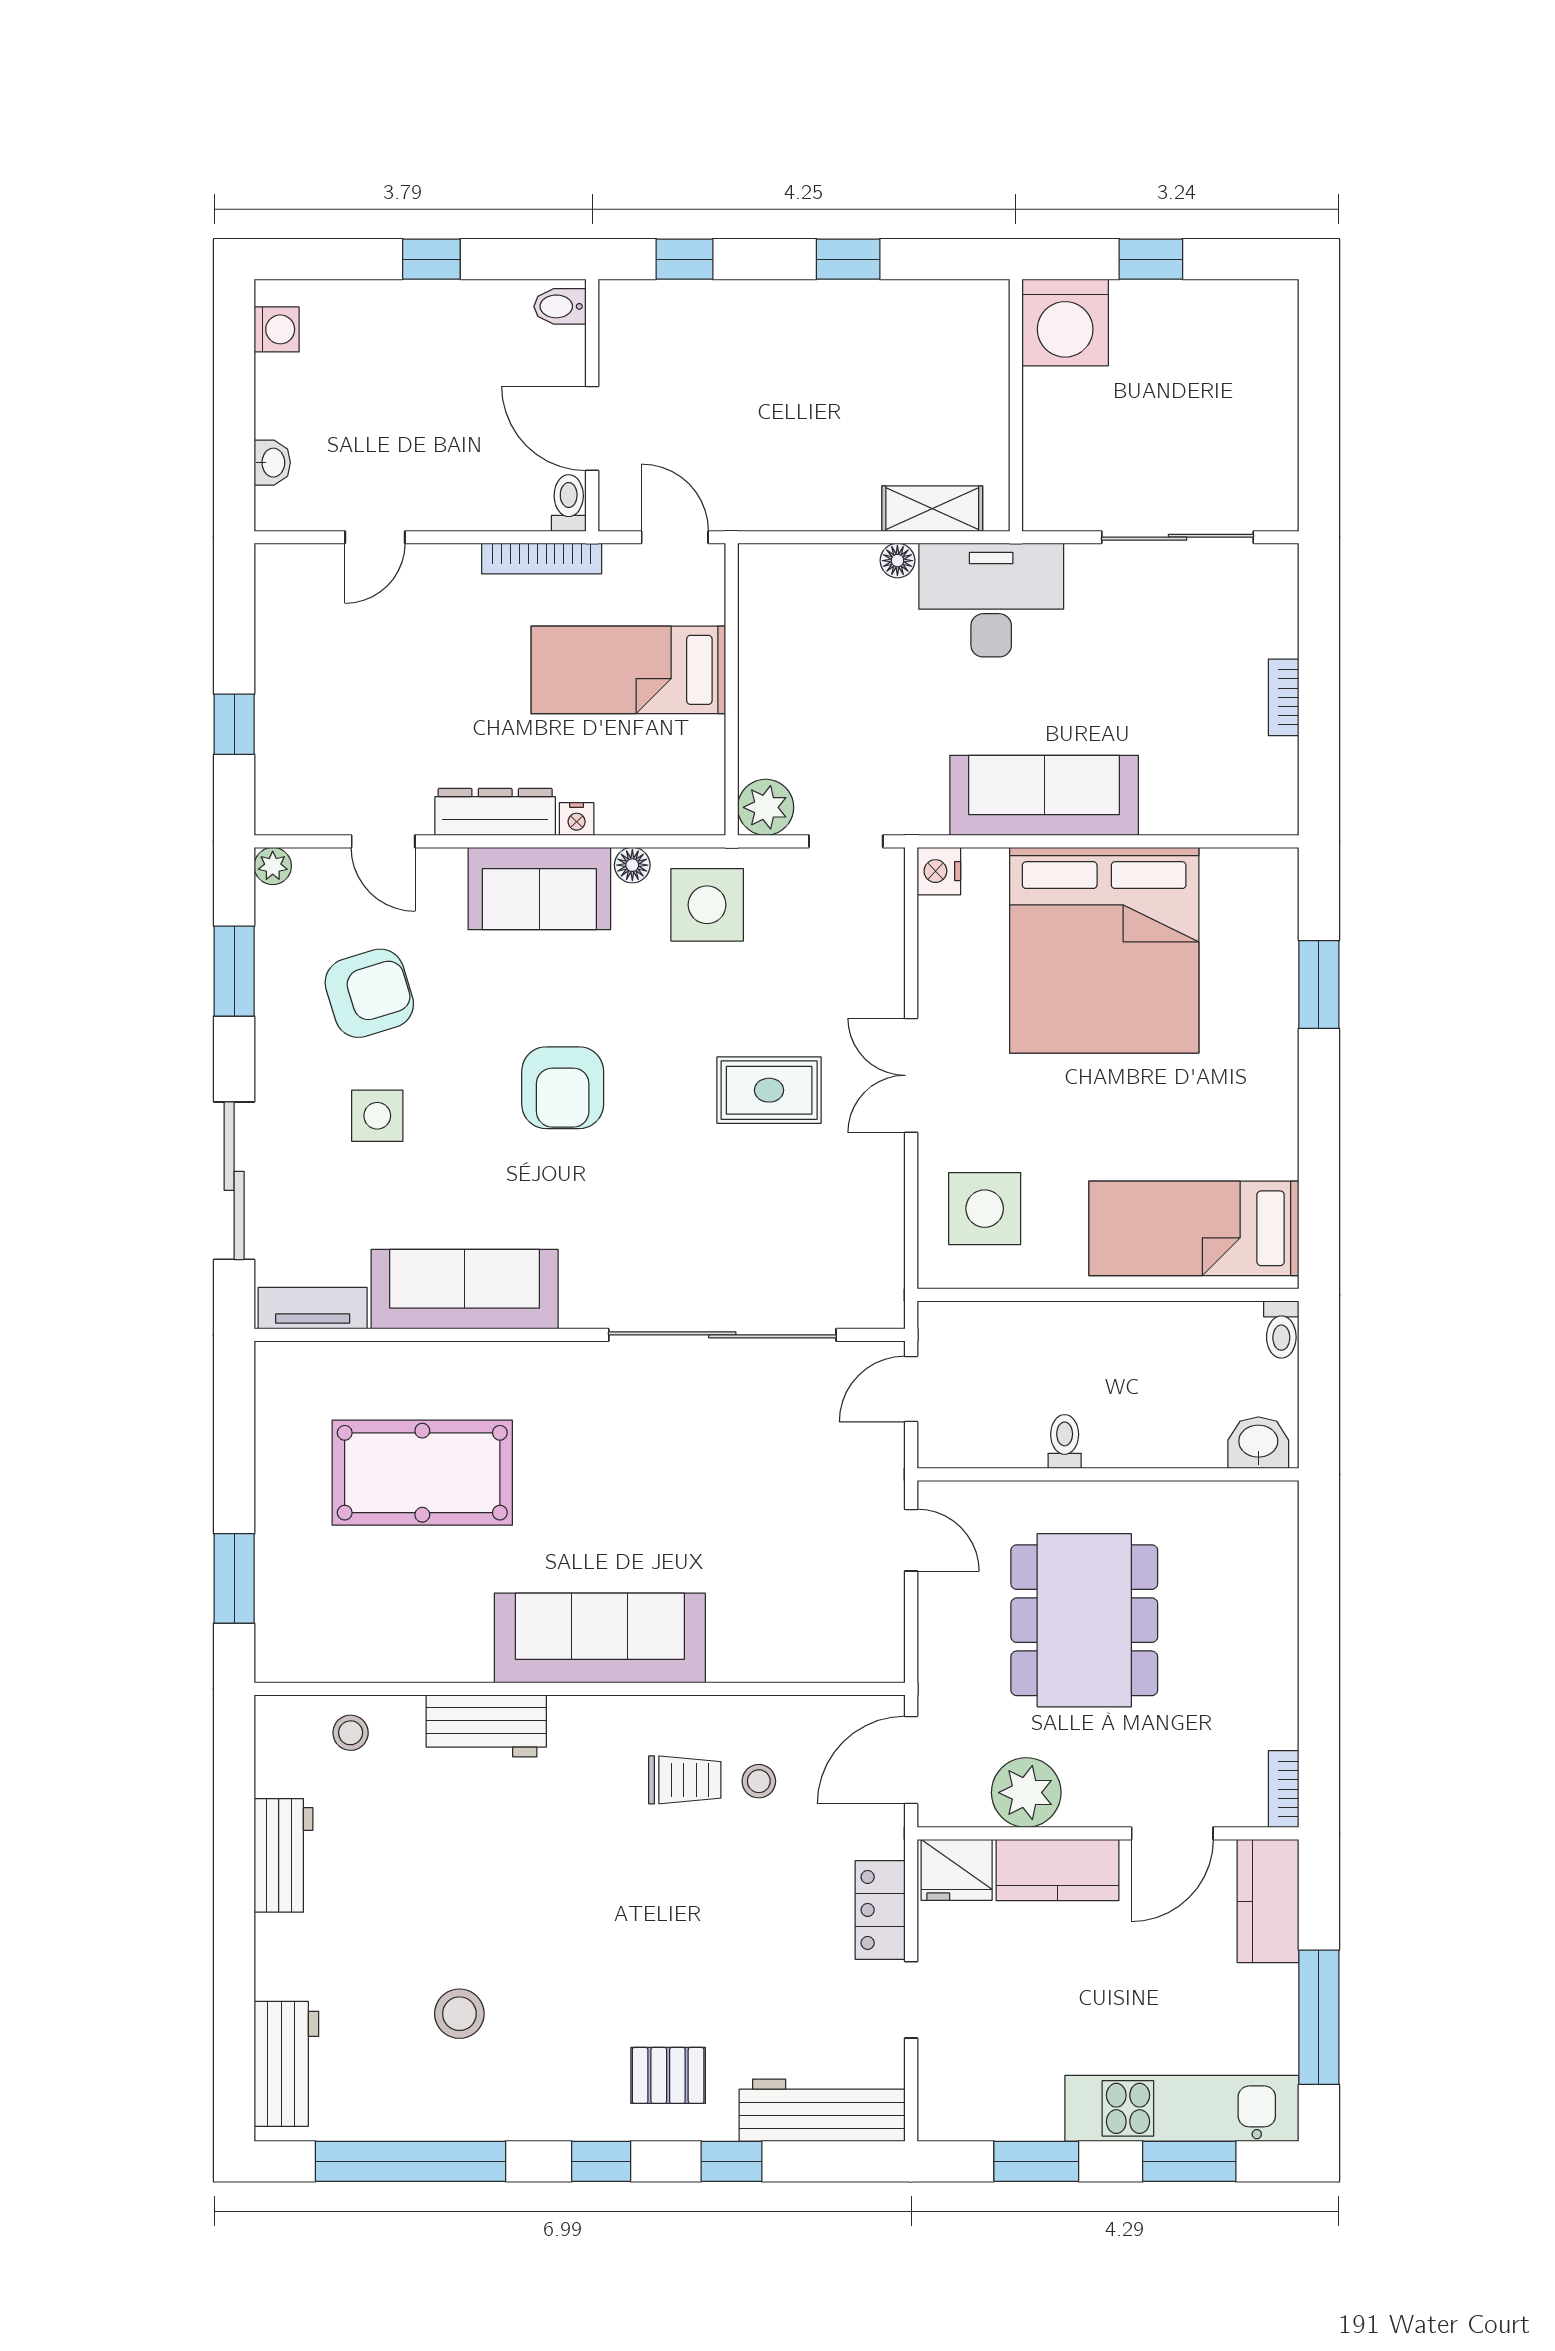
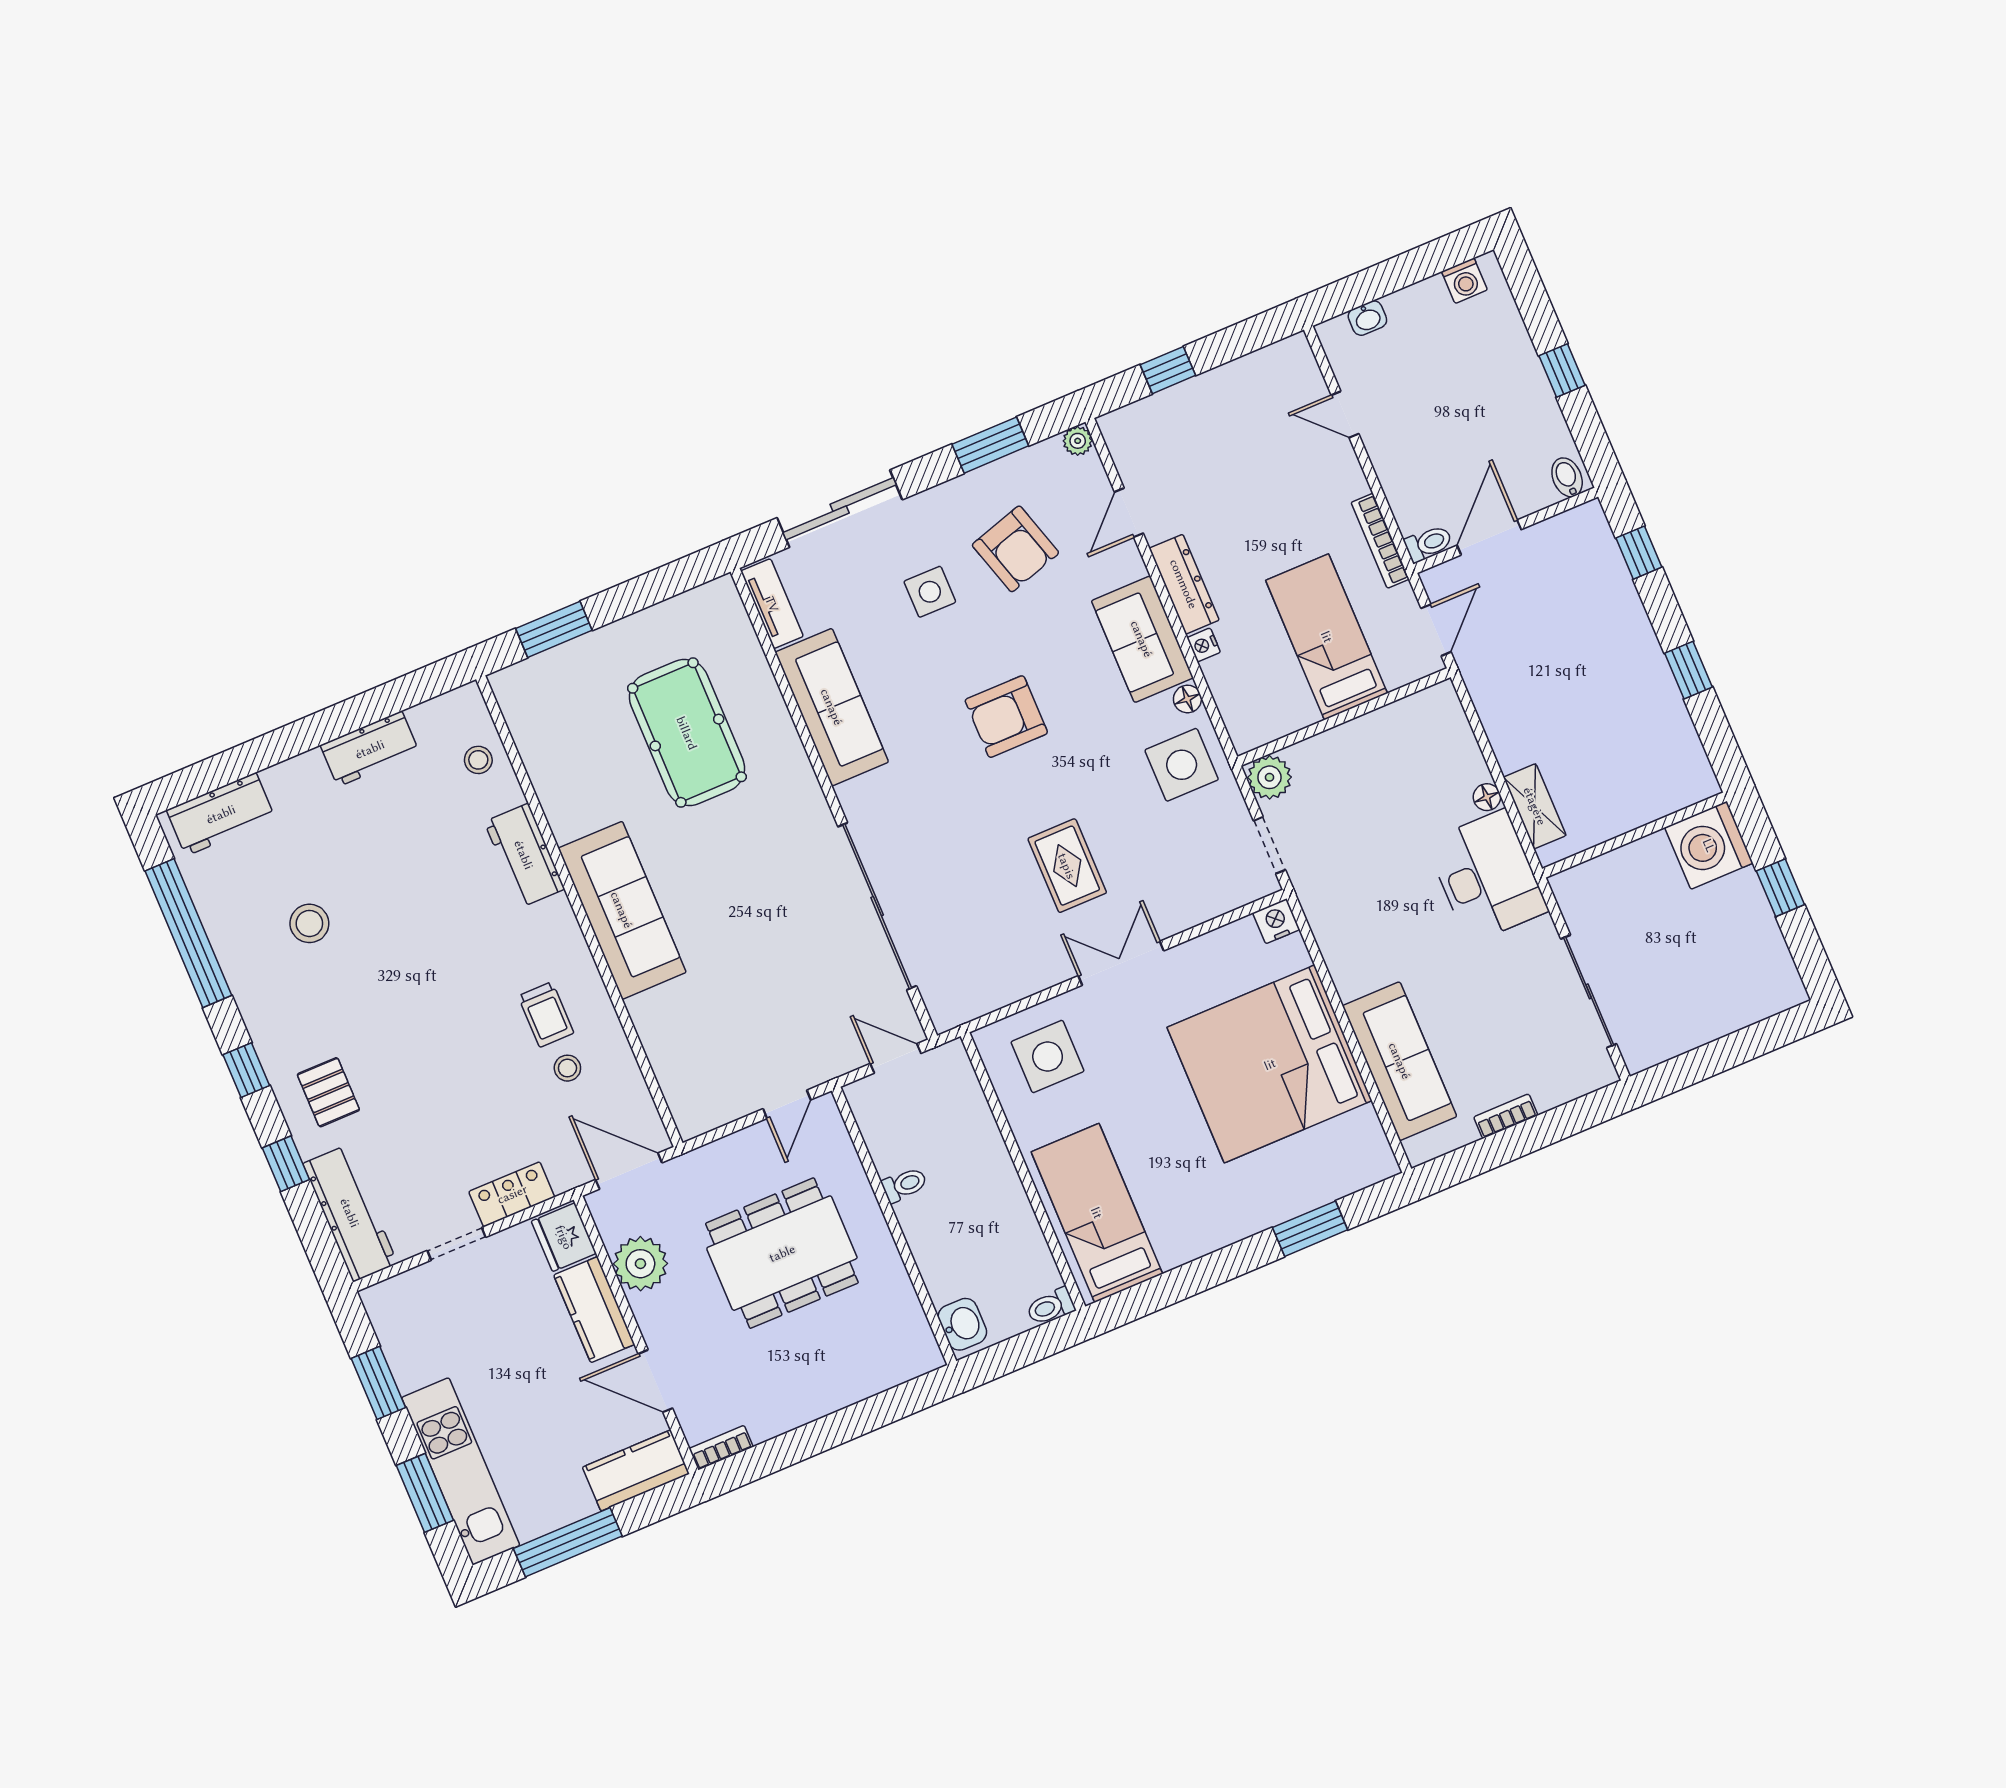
sofa: (1044, 795) -> (1400, 1061), moved

